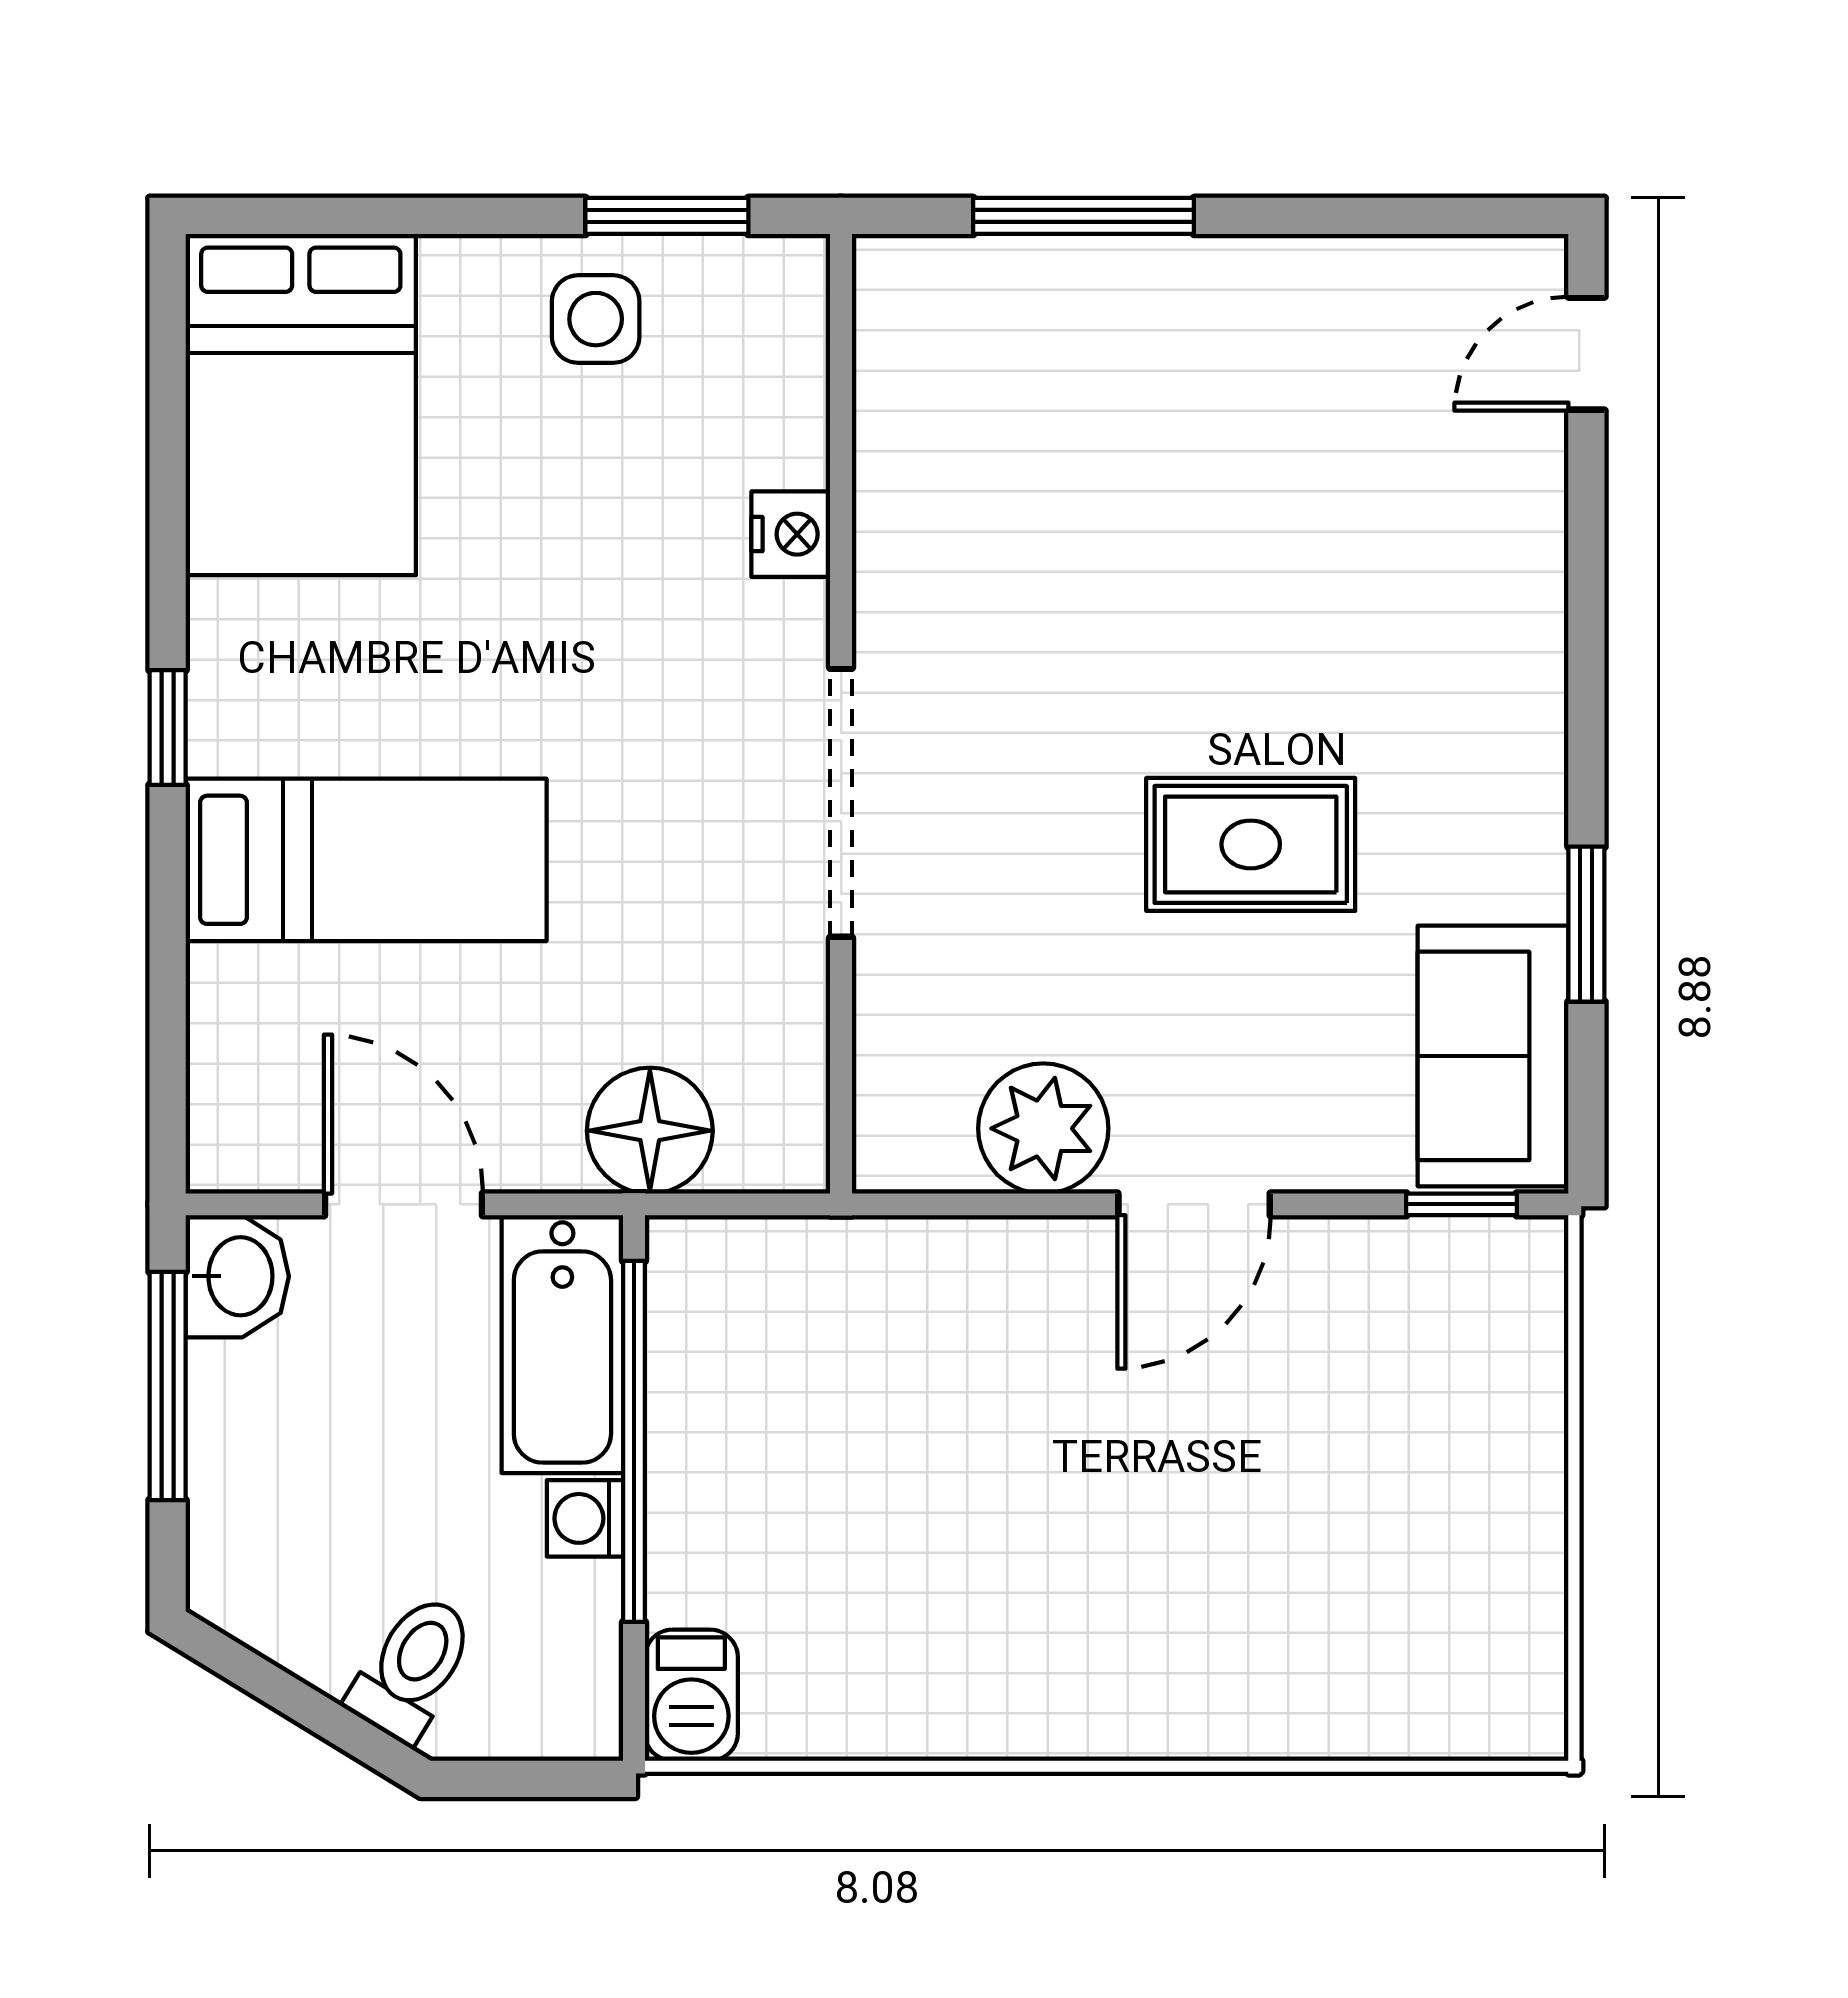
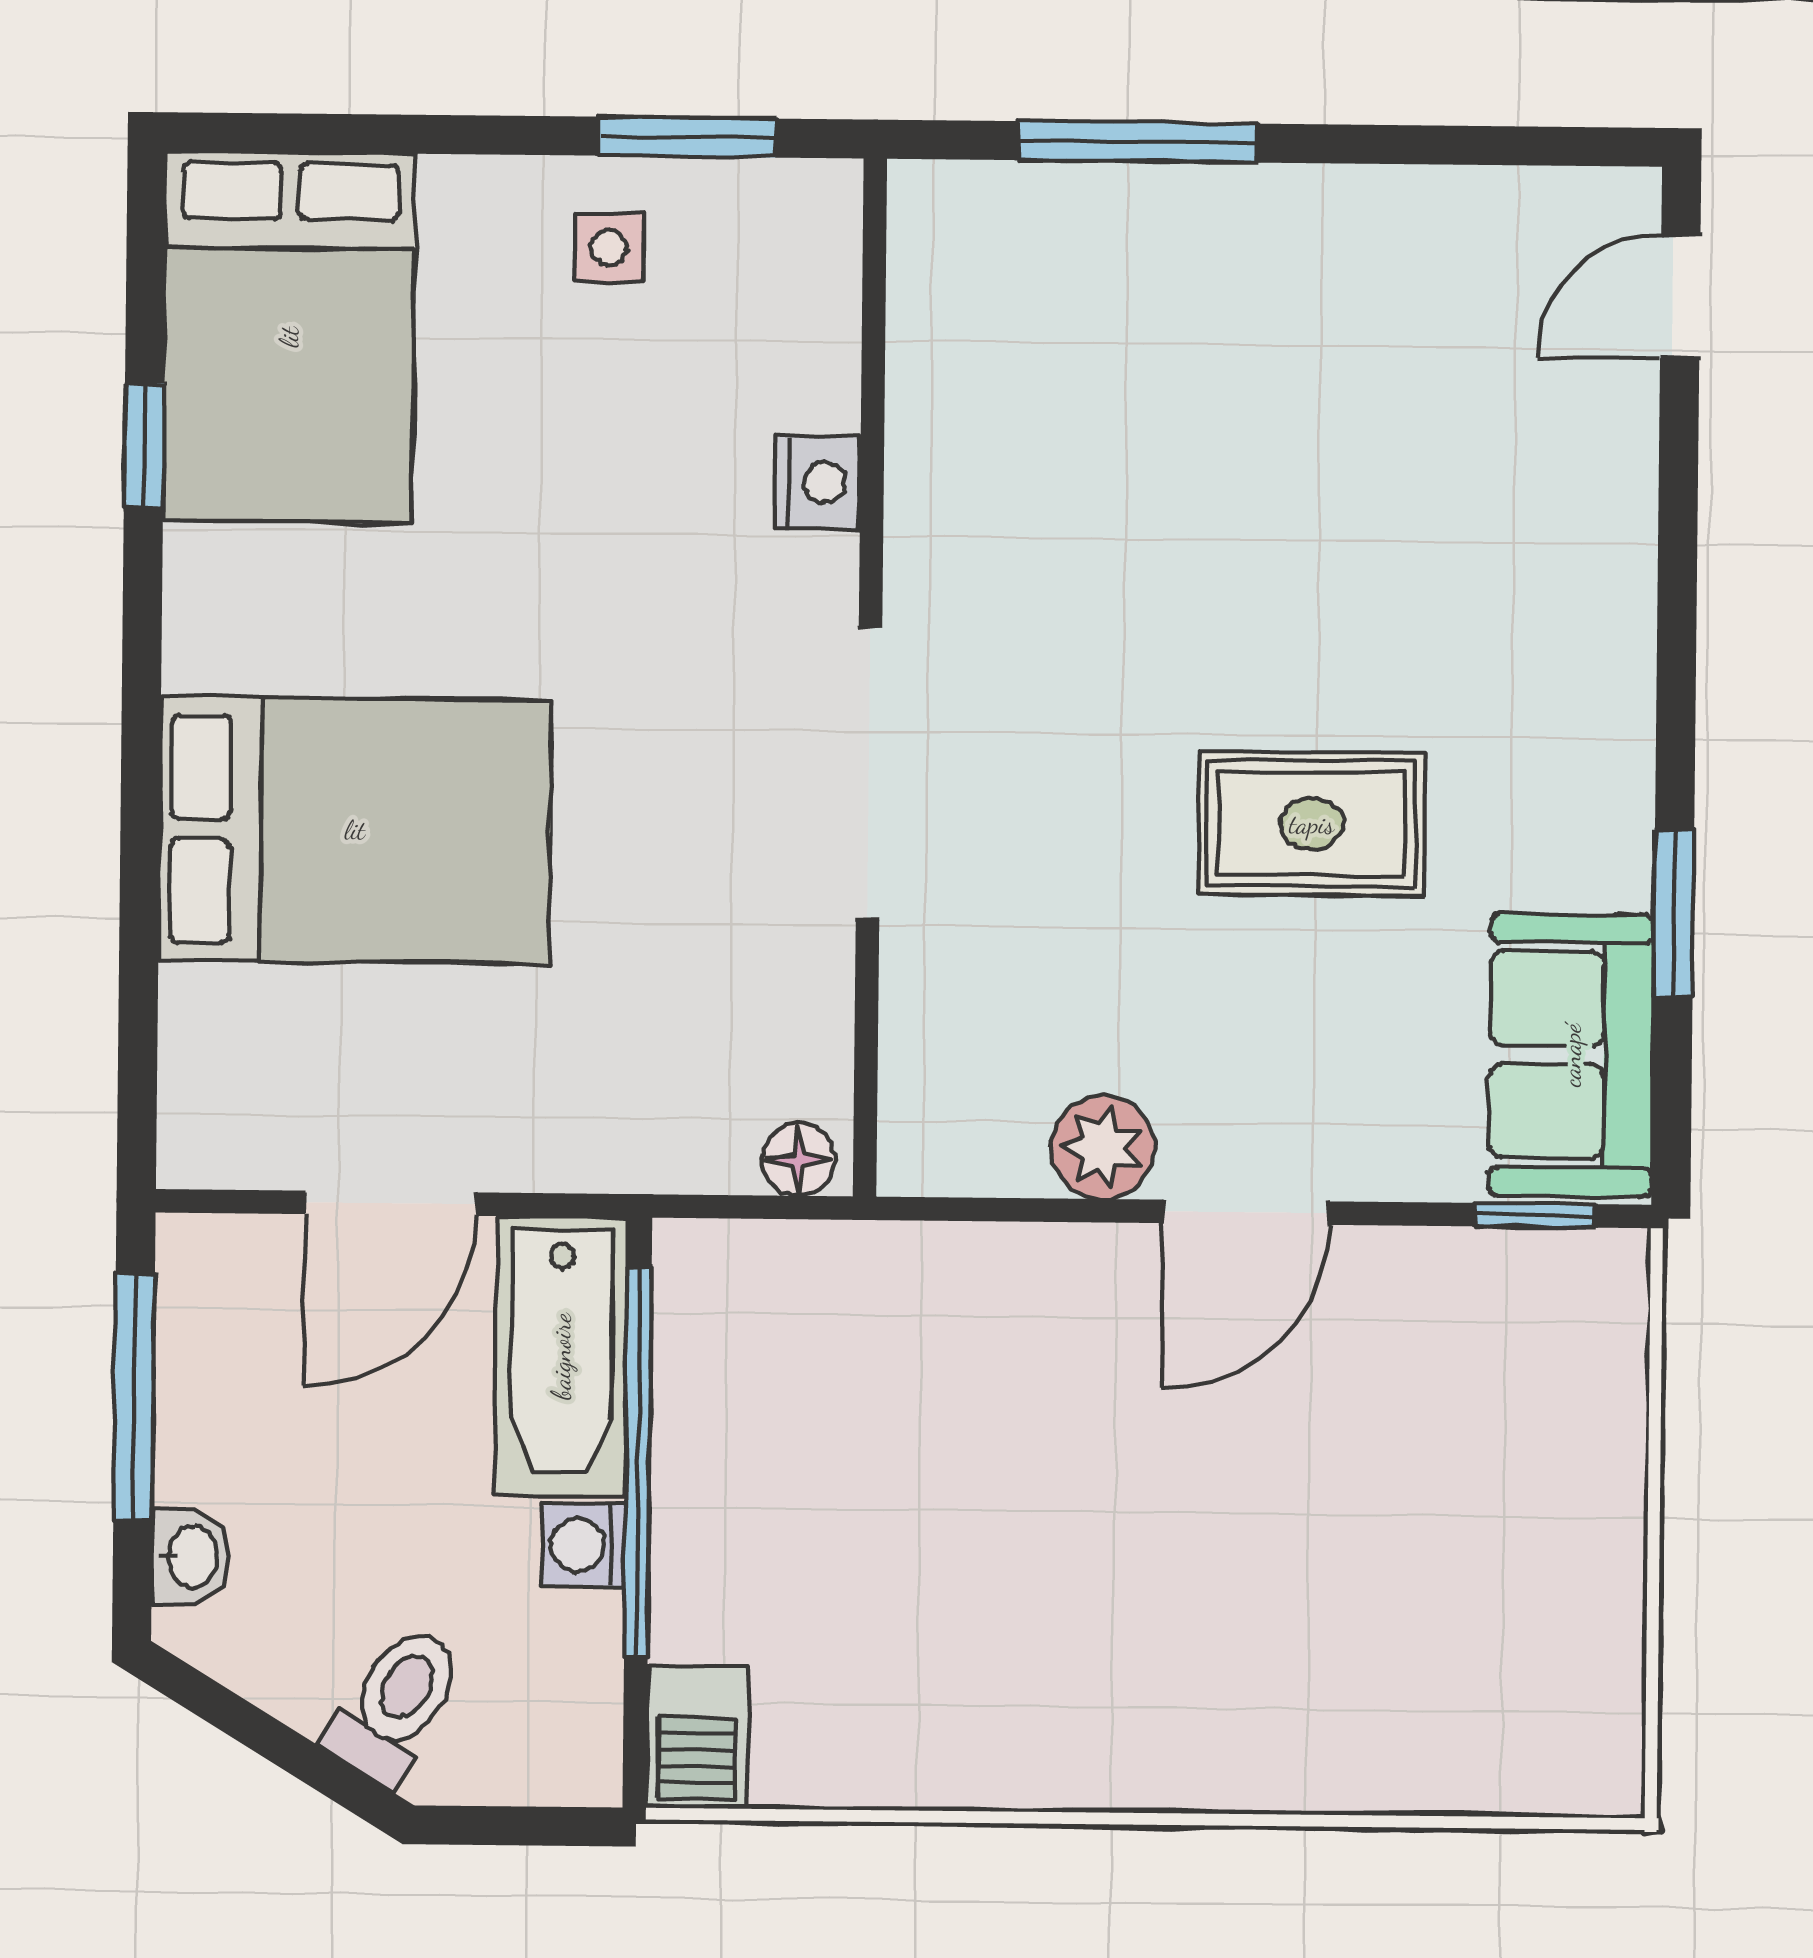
side table: (596, 319) -> (609, 248), width x0.73, depth x0.73
window: (168, 728) -> (144, 445), moved
bed: (366, 860) -> (355, 830), width x1.50
plant: (1043, 1128) -> (1103, 1147), width x0.73, depth x0.73
floor lamp: (650, 1131) -> (798, 1160), moved, width x0.53, depth x0.53
door: (403, 1204) -> (391, 1203), swing flipped
washbasin: (237, 1276) -> (190, 1557), moved, width x0.72, depth x0.69

